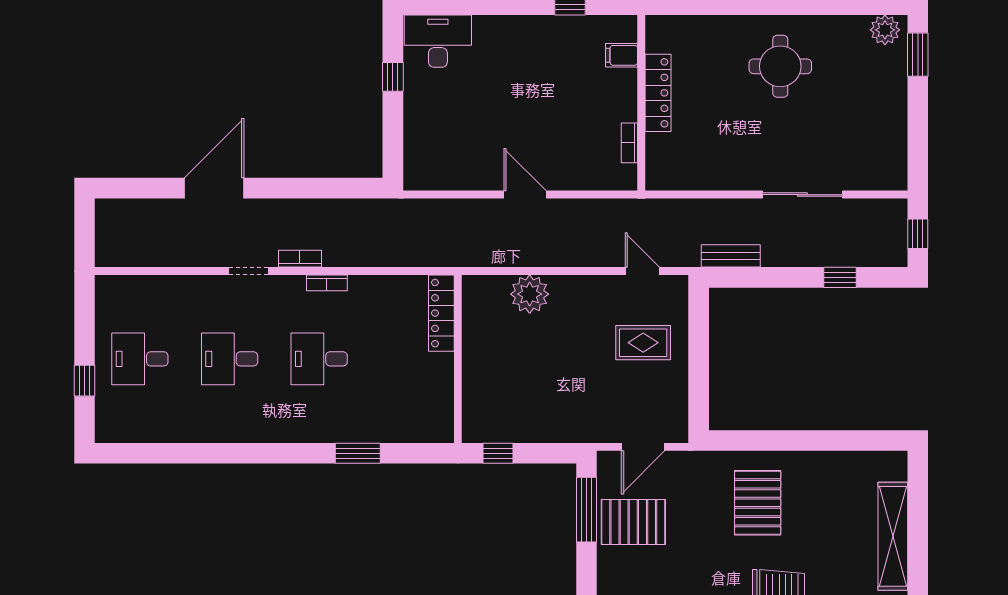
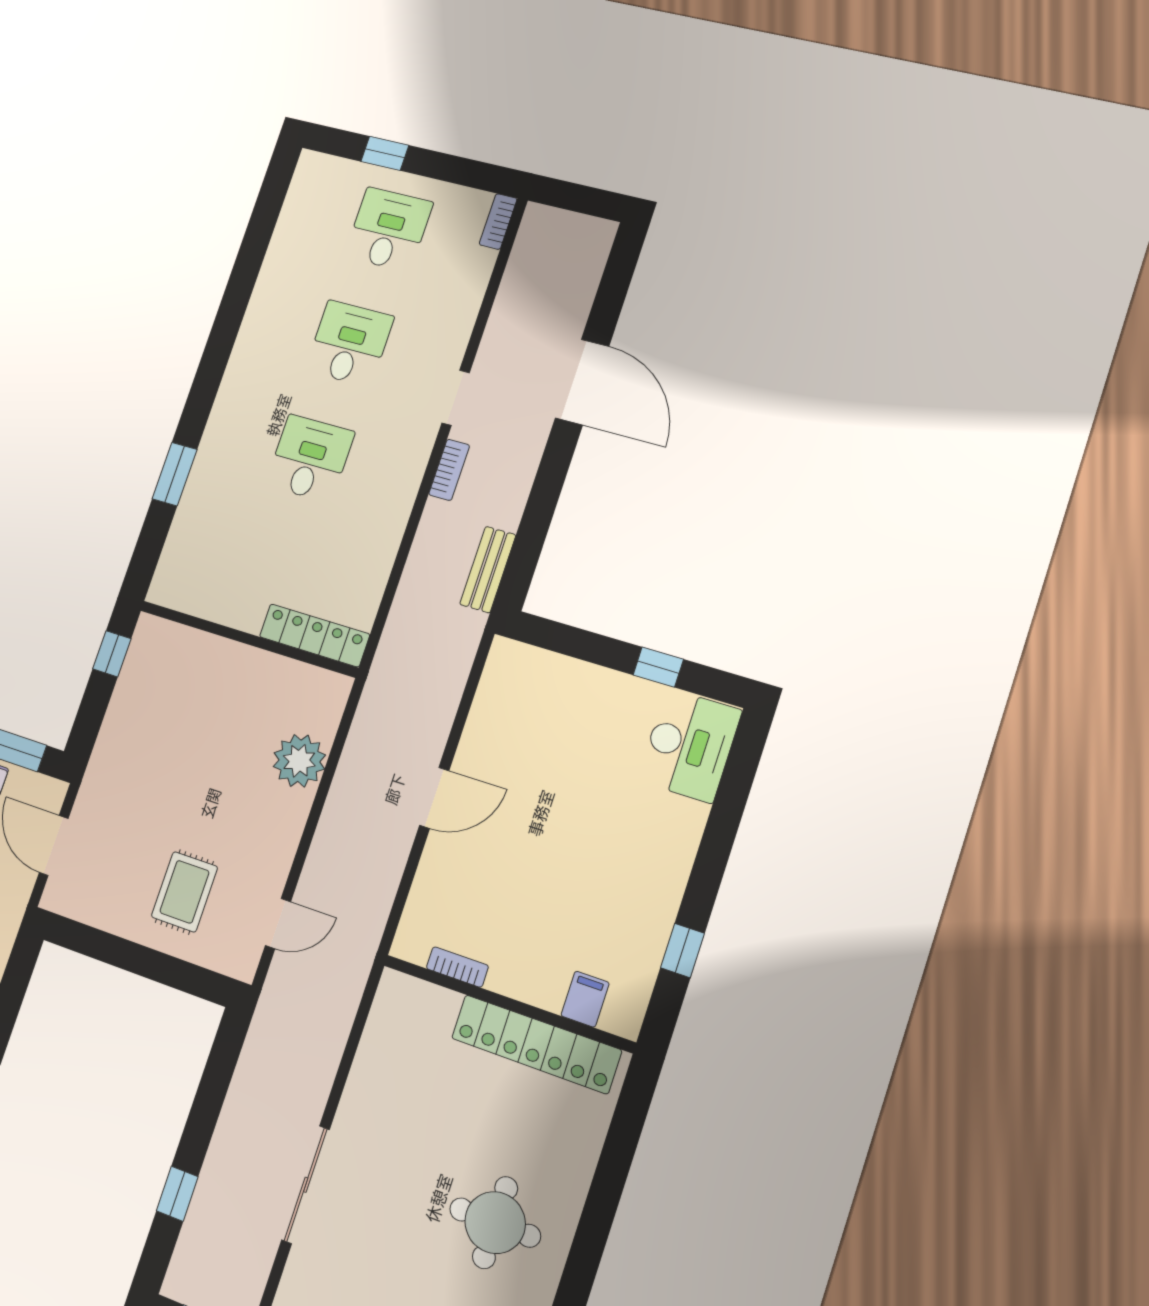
locker: (658, 93) -> (536, 1044), width x1.41, depth x1.21
bench: (731, 256) -> (488, 570), moved
bookcase: (327, 283) -> (498, 221), moved

